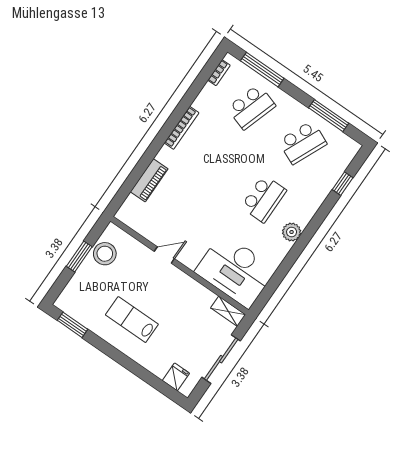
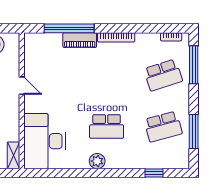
school desk: (251, 107) -> (163, 75), turned -36
school desk: (303, 142) -> (163, 127), turned -39
window: (140, 168) -> (69, 28), added
piano: (149, 180) -> (80, 40), moved

